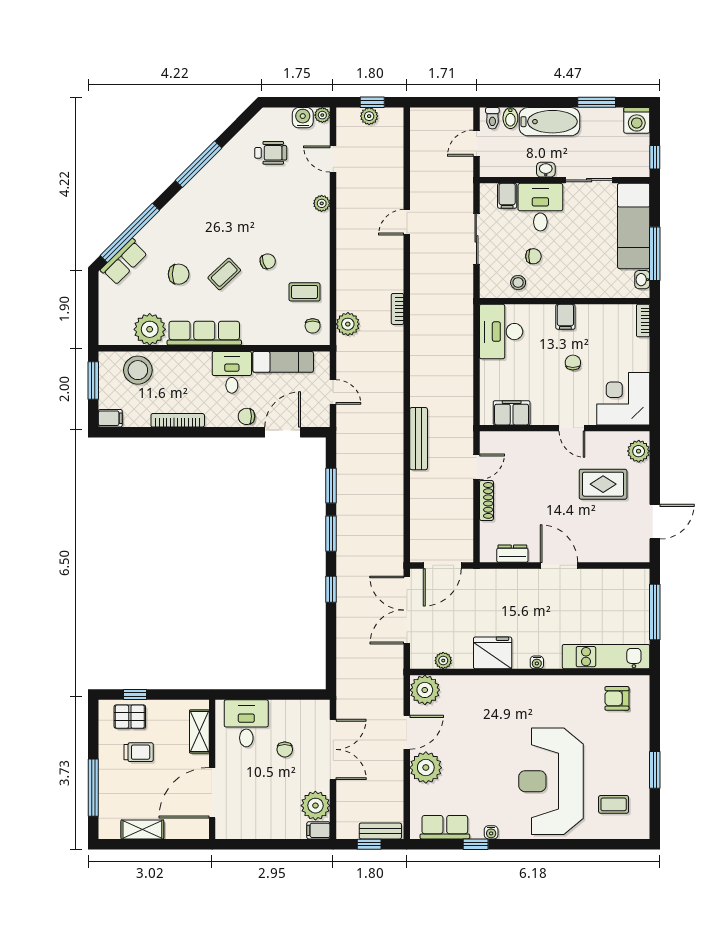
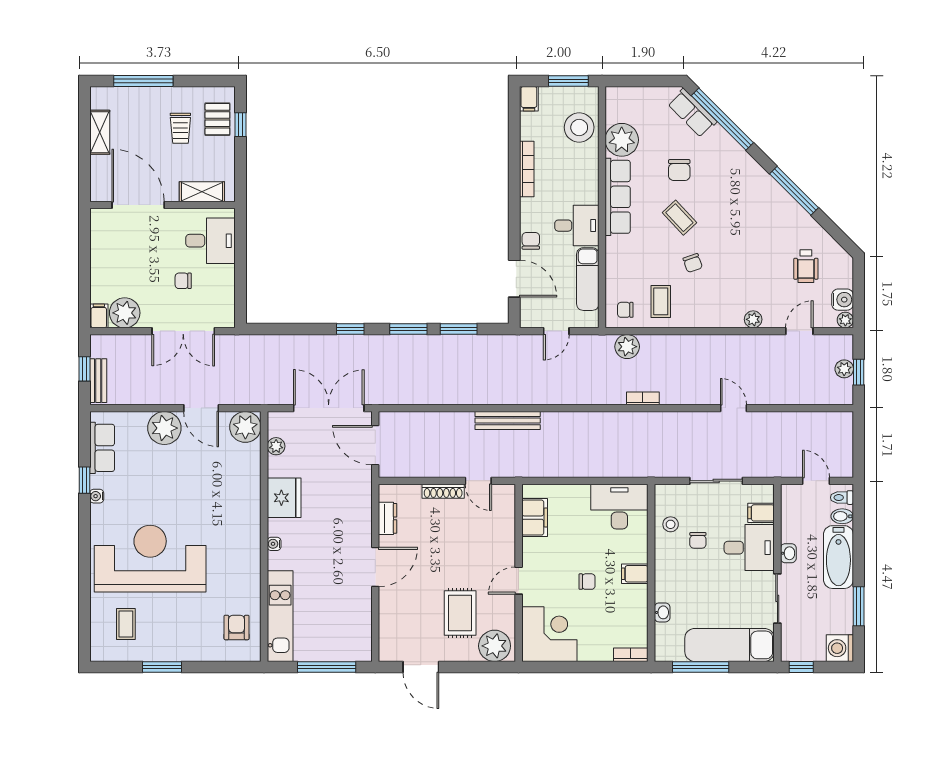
washbasin: (642, 280) -> (662, 612), moved, turned 90
plant: (639, 451) -> (495, 646), width x1.36, depth x1.36

